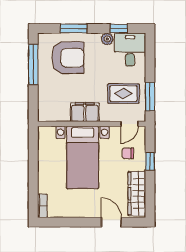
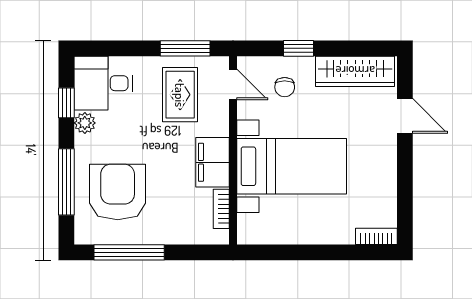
window: (74, 28) -> (66, 182), width x1.44
bookcase: (58, 117) -> (221, 209), added
door: (111, 222) -> (405, 116), swing flipped

